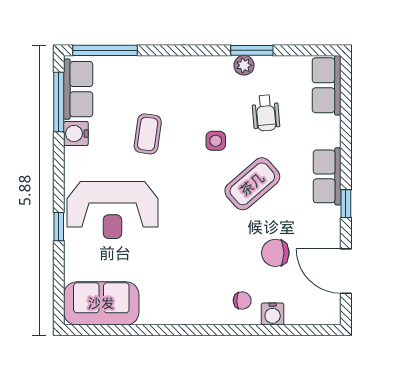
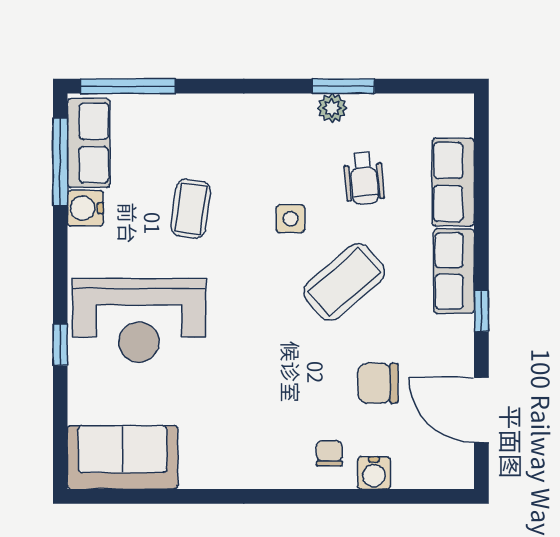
row of seats: (327, 85) -> (453, 182), moved
chair: (242, 301) -> (329, 453), turned -90

